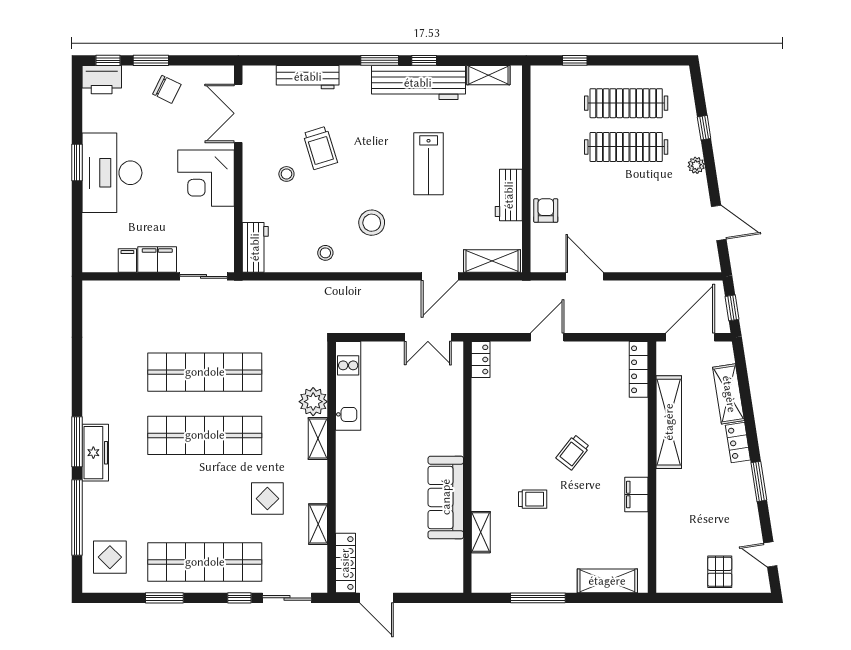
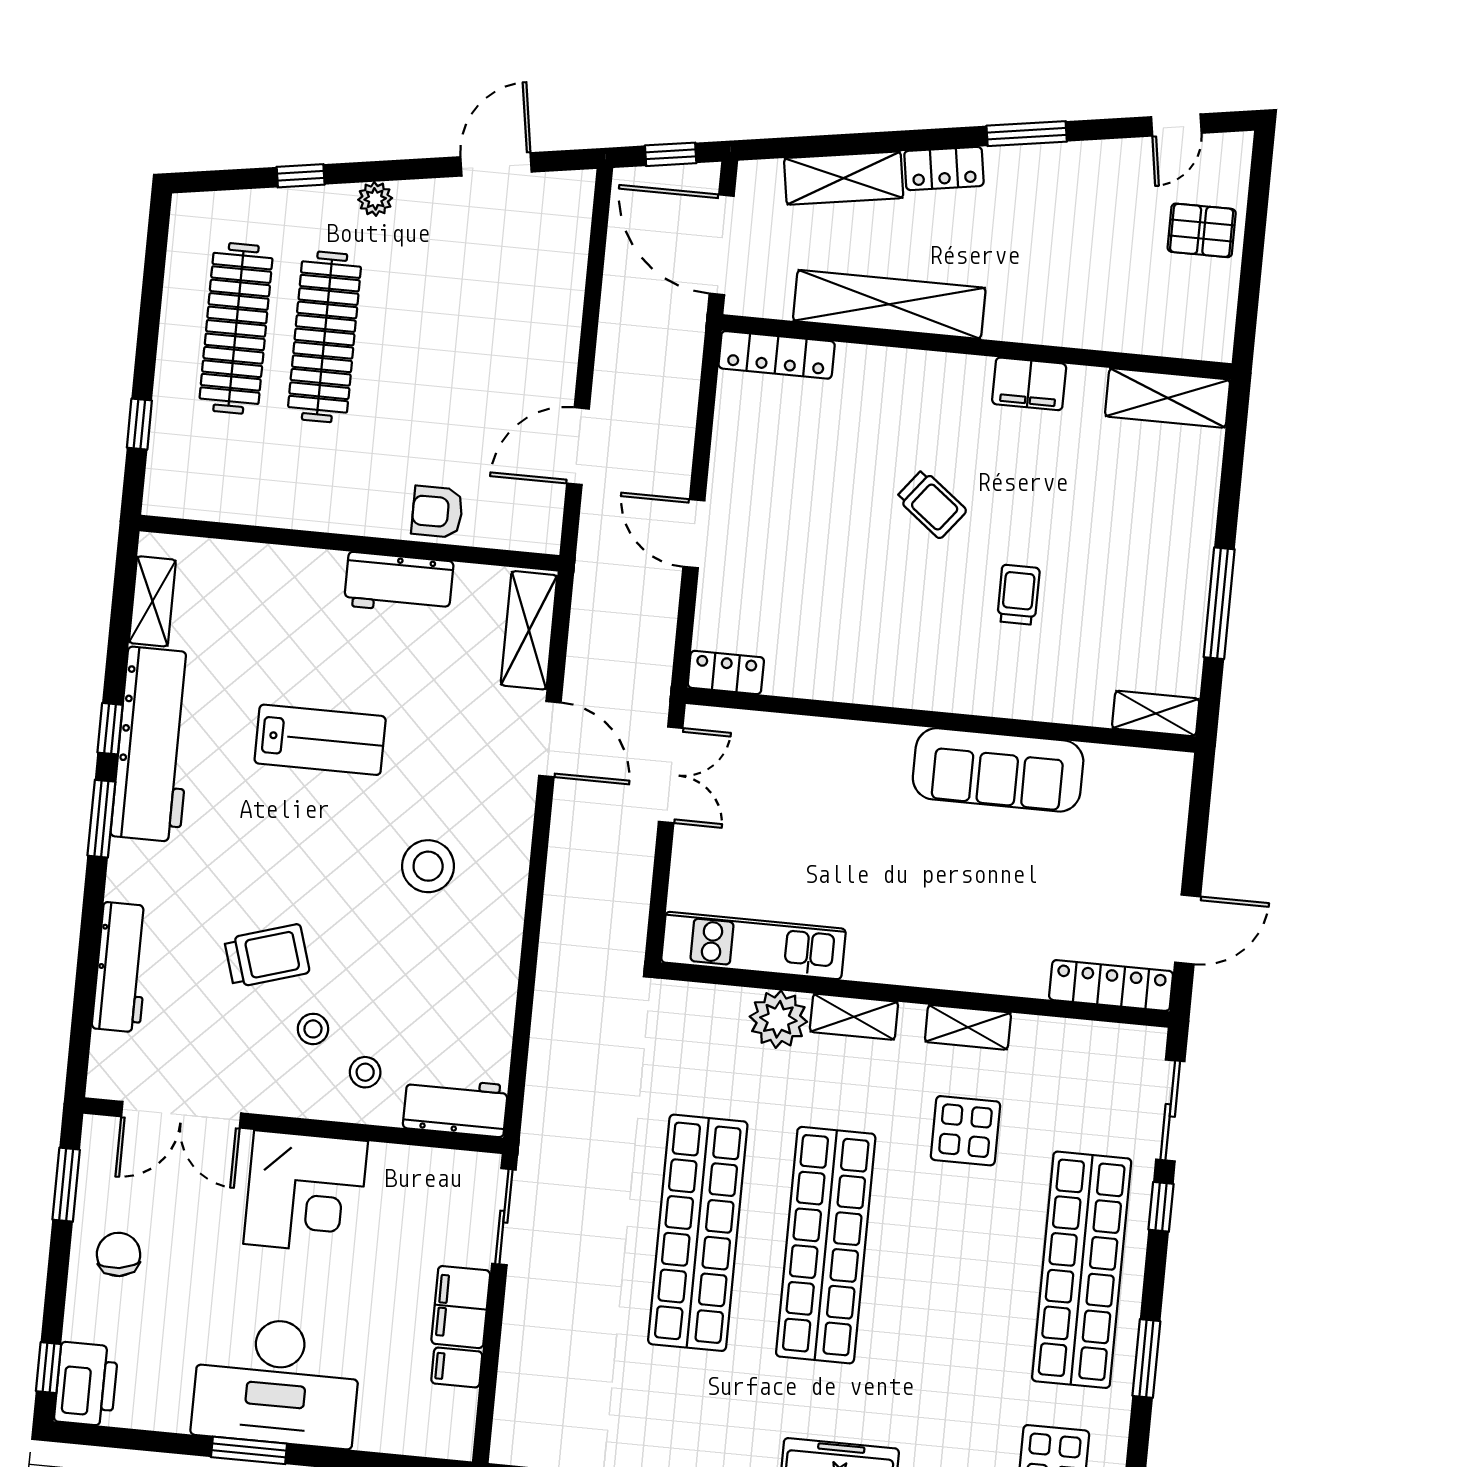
window: (151, 60) -> (66, 1185), moved
chair: (167, 89) -> (118, 1254), turned -34
stool: (325, 253) -> (365, 1072), moved
shelving: (318, 524) -> (968, 1027), moved
shelving: (481, 532) -> (1156, 713), moved
shelving: (607, 581) -> (1168, 398), moved, turned 90

